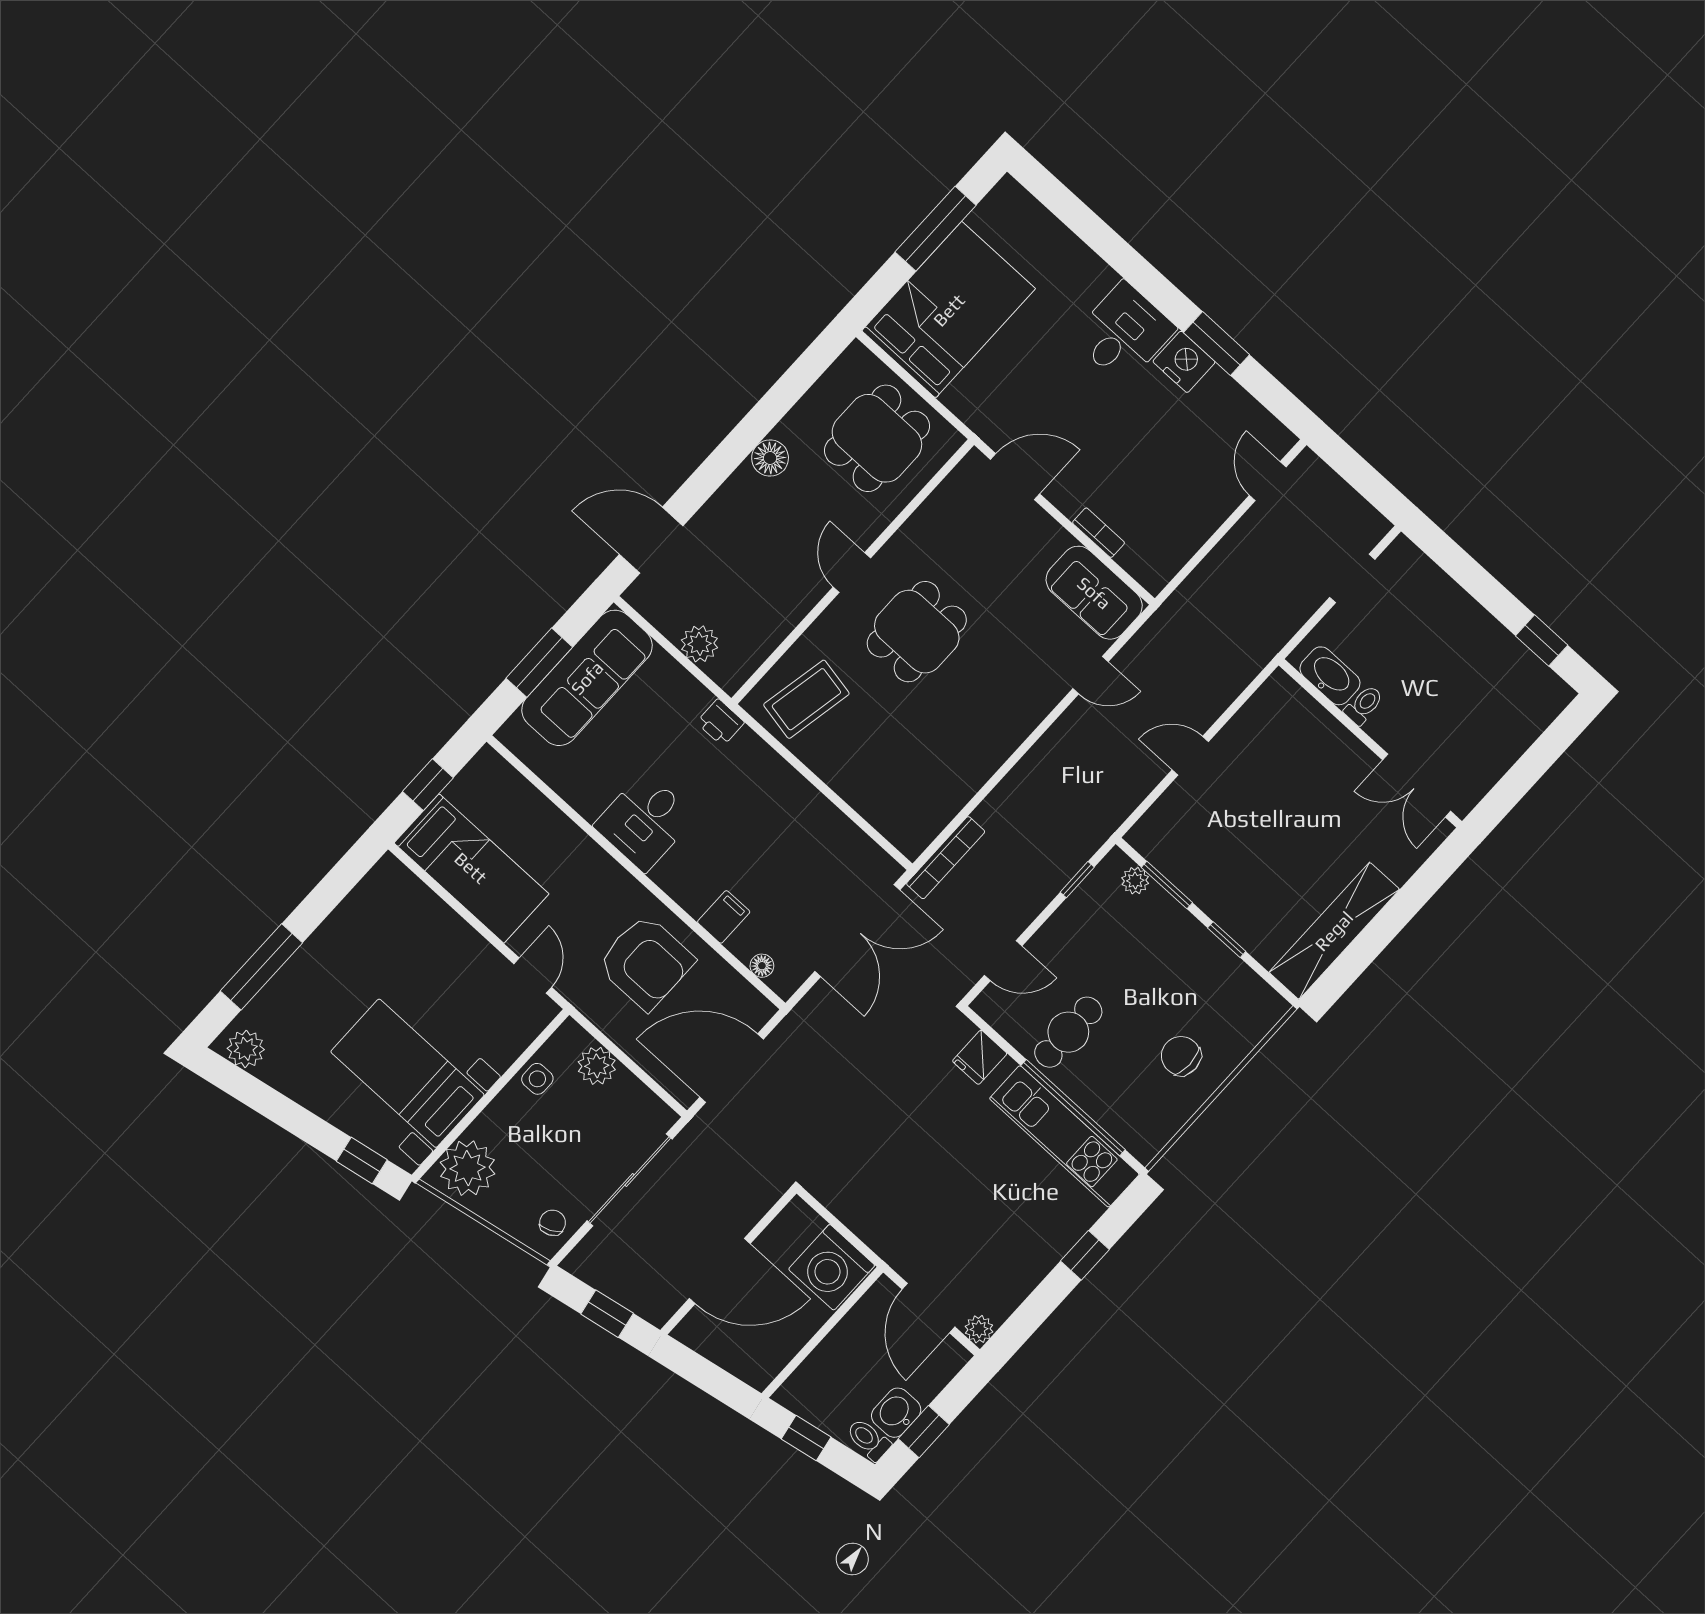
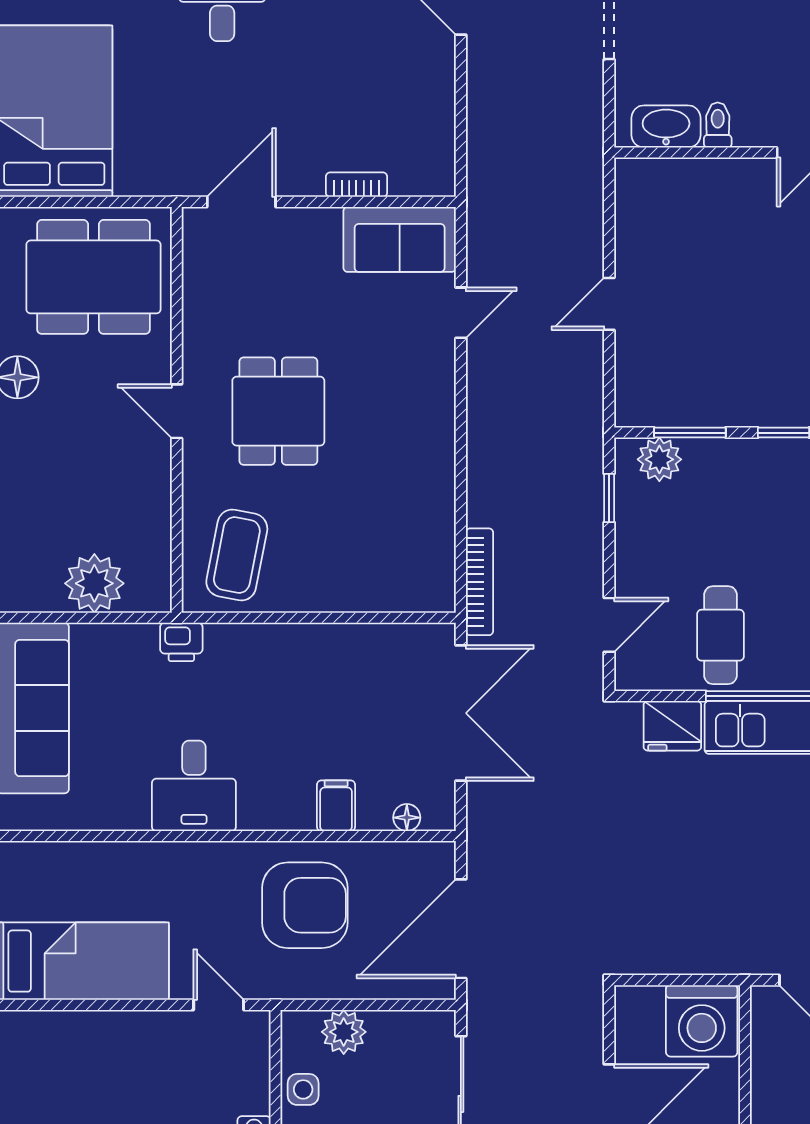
dining table: (877, 438) -> (93, 277), width x1.38
plant: (699, 644) -> (94, 583), width x1.36, depth x1.36
plant: (1135, 881) -> (659, 459), width x1.38, depth x1.38
fridge: (980, 1057) -> (672, 726), width x1.38

